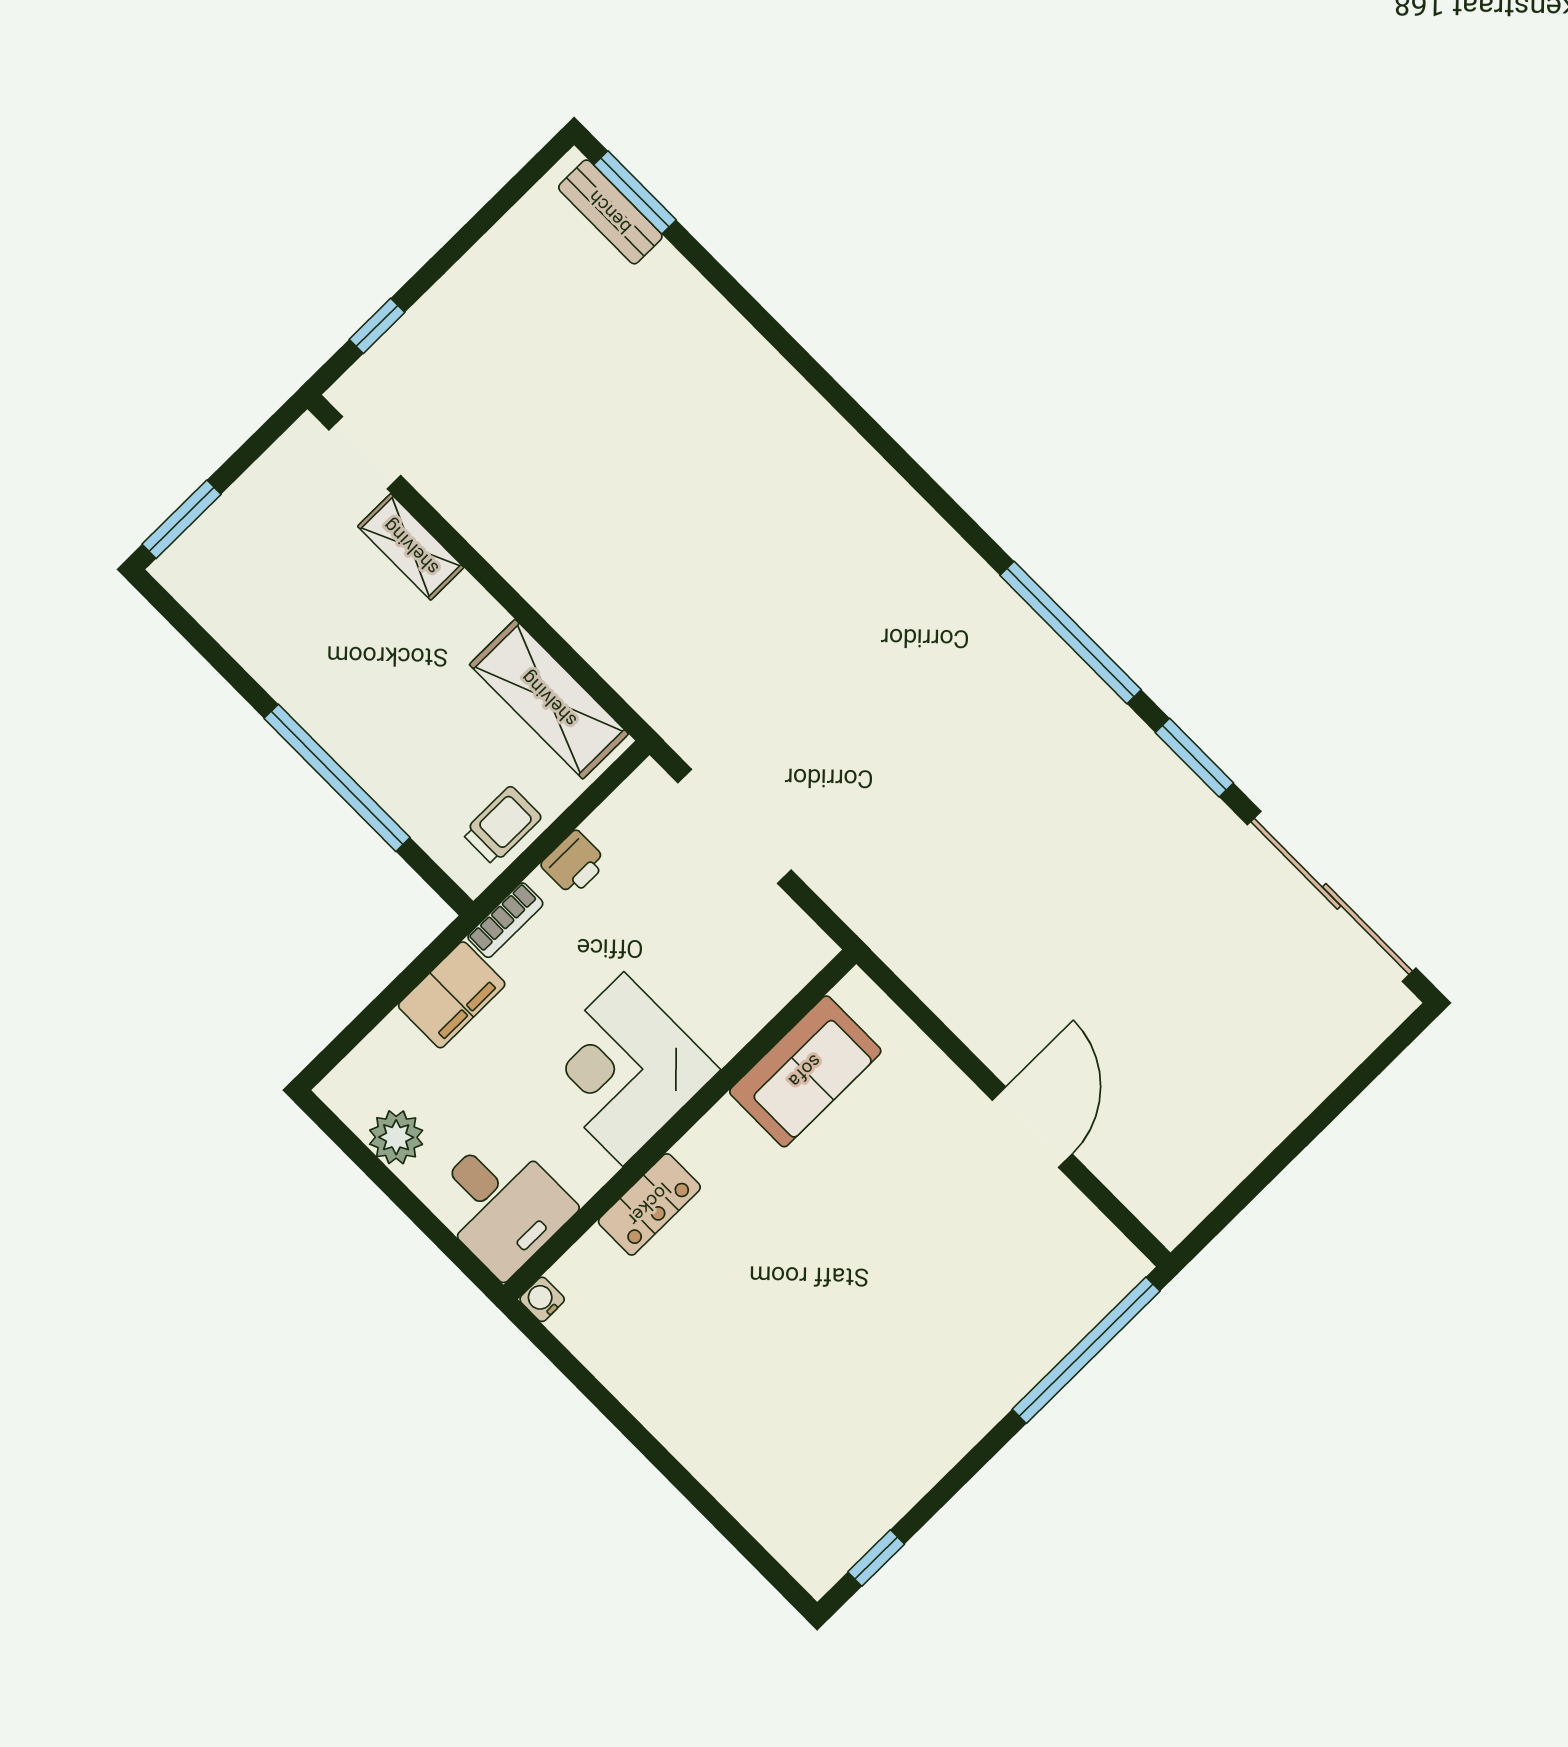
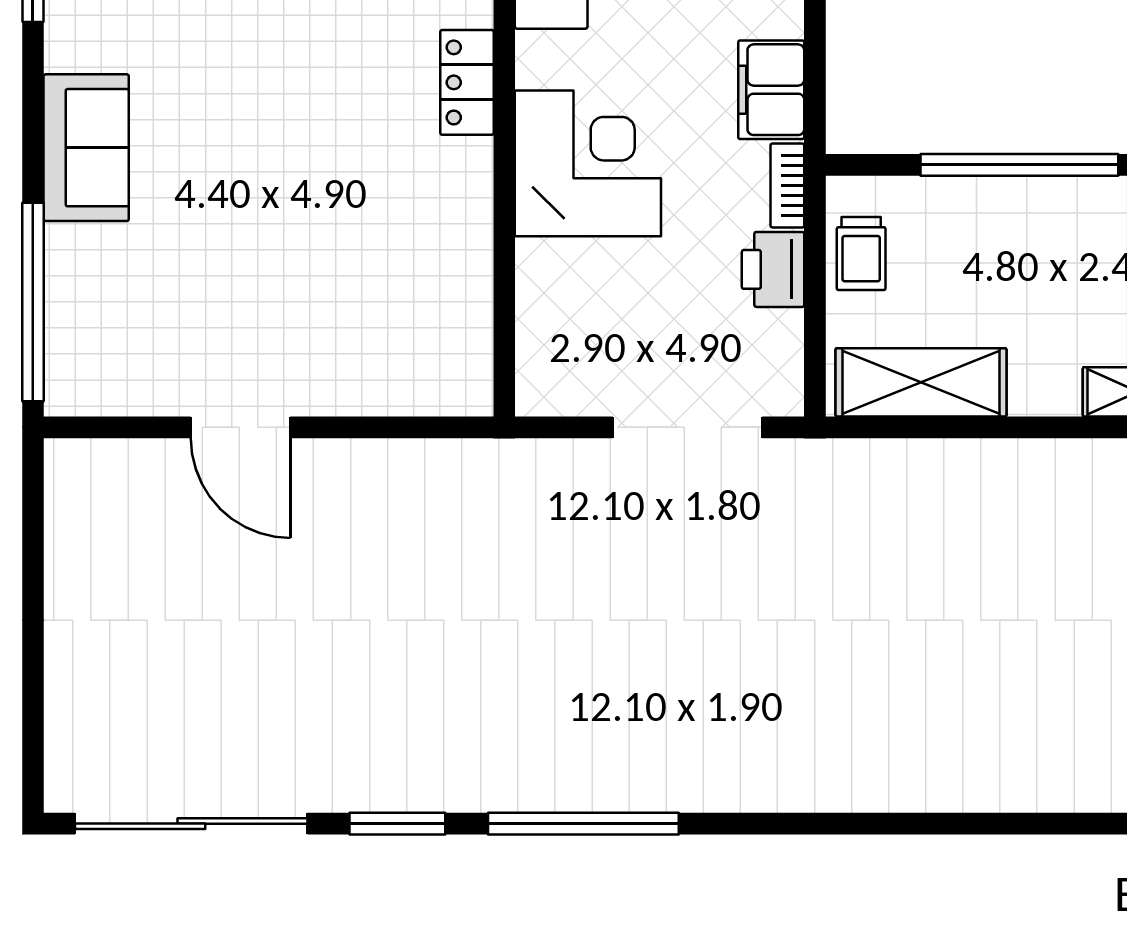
printer: (574, 863) -> (773, 269), width x1.36, depth x1.24
sofa: (805, 1071) -> (86, 148), moved, turned 180

